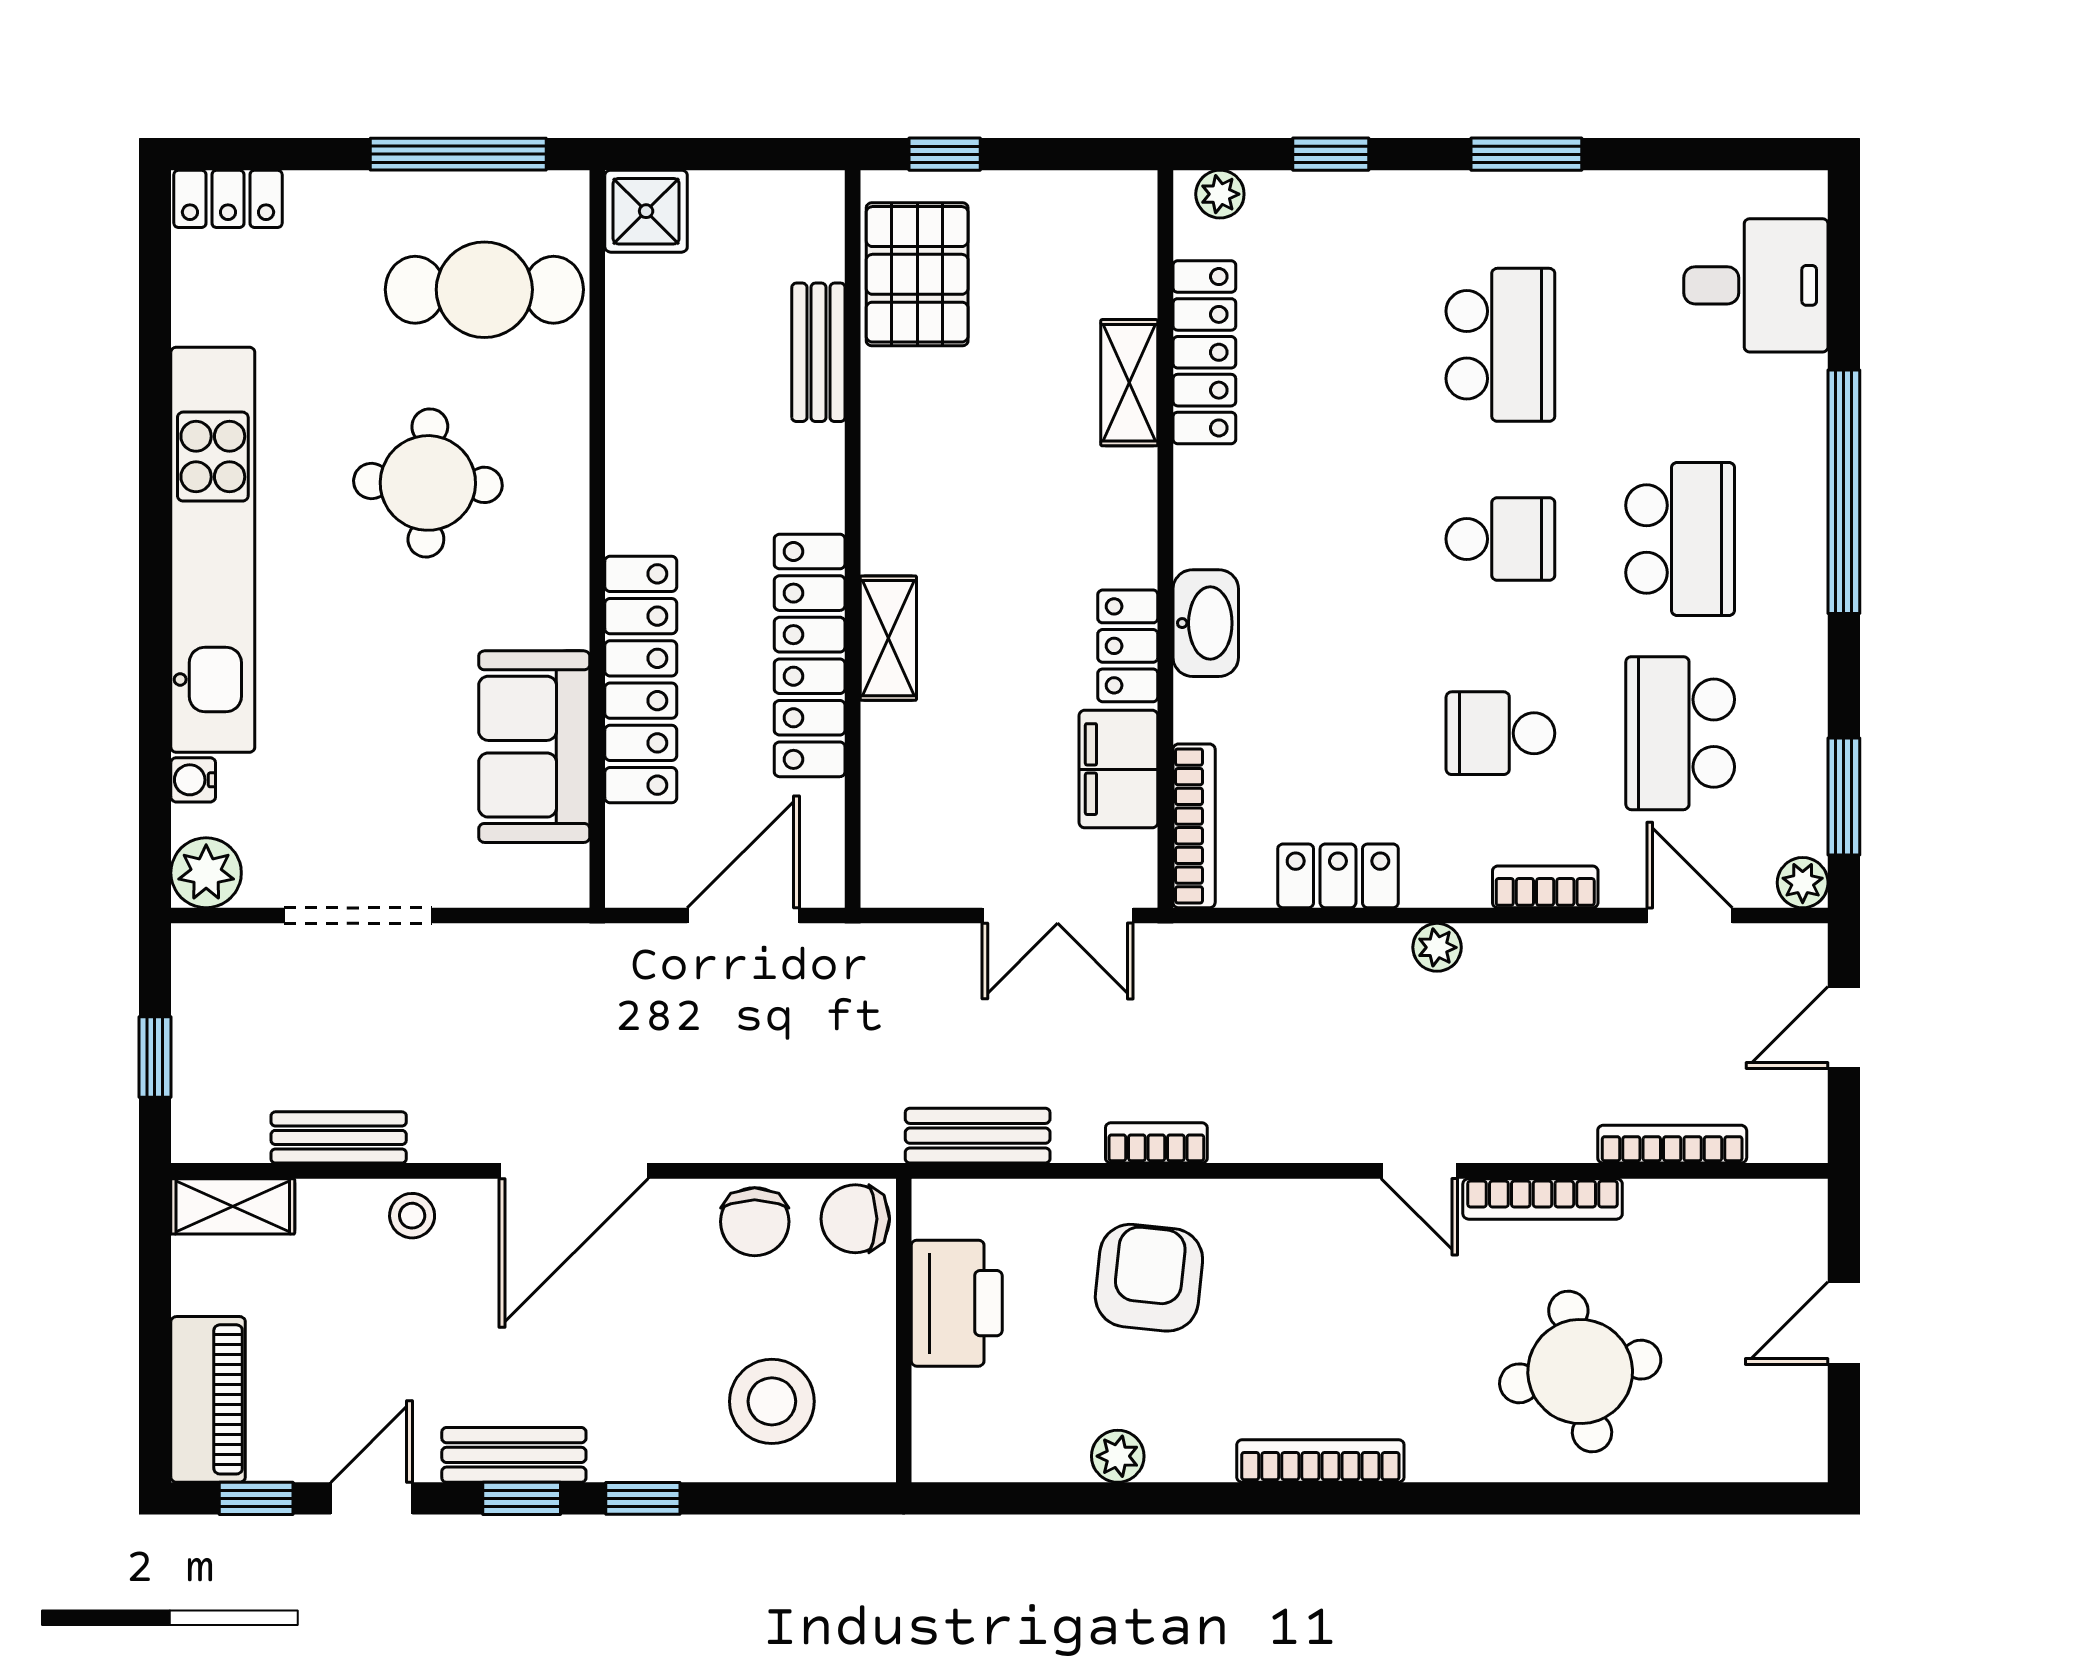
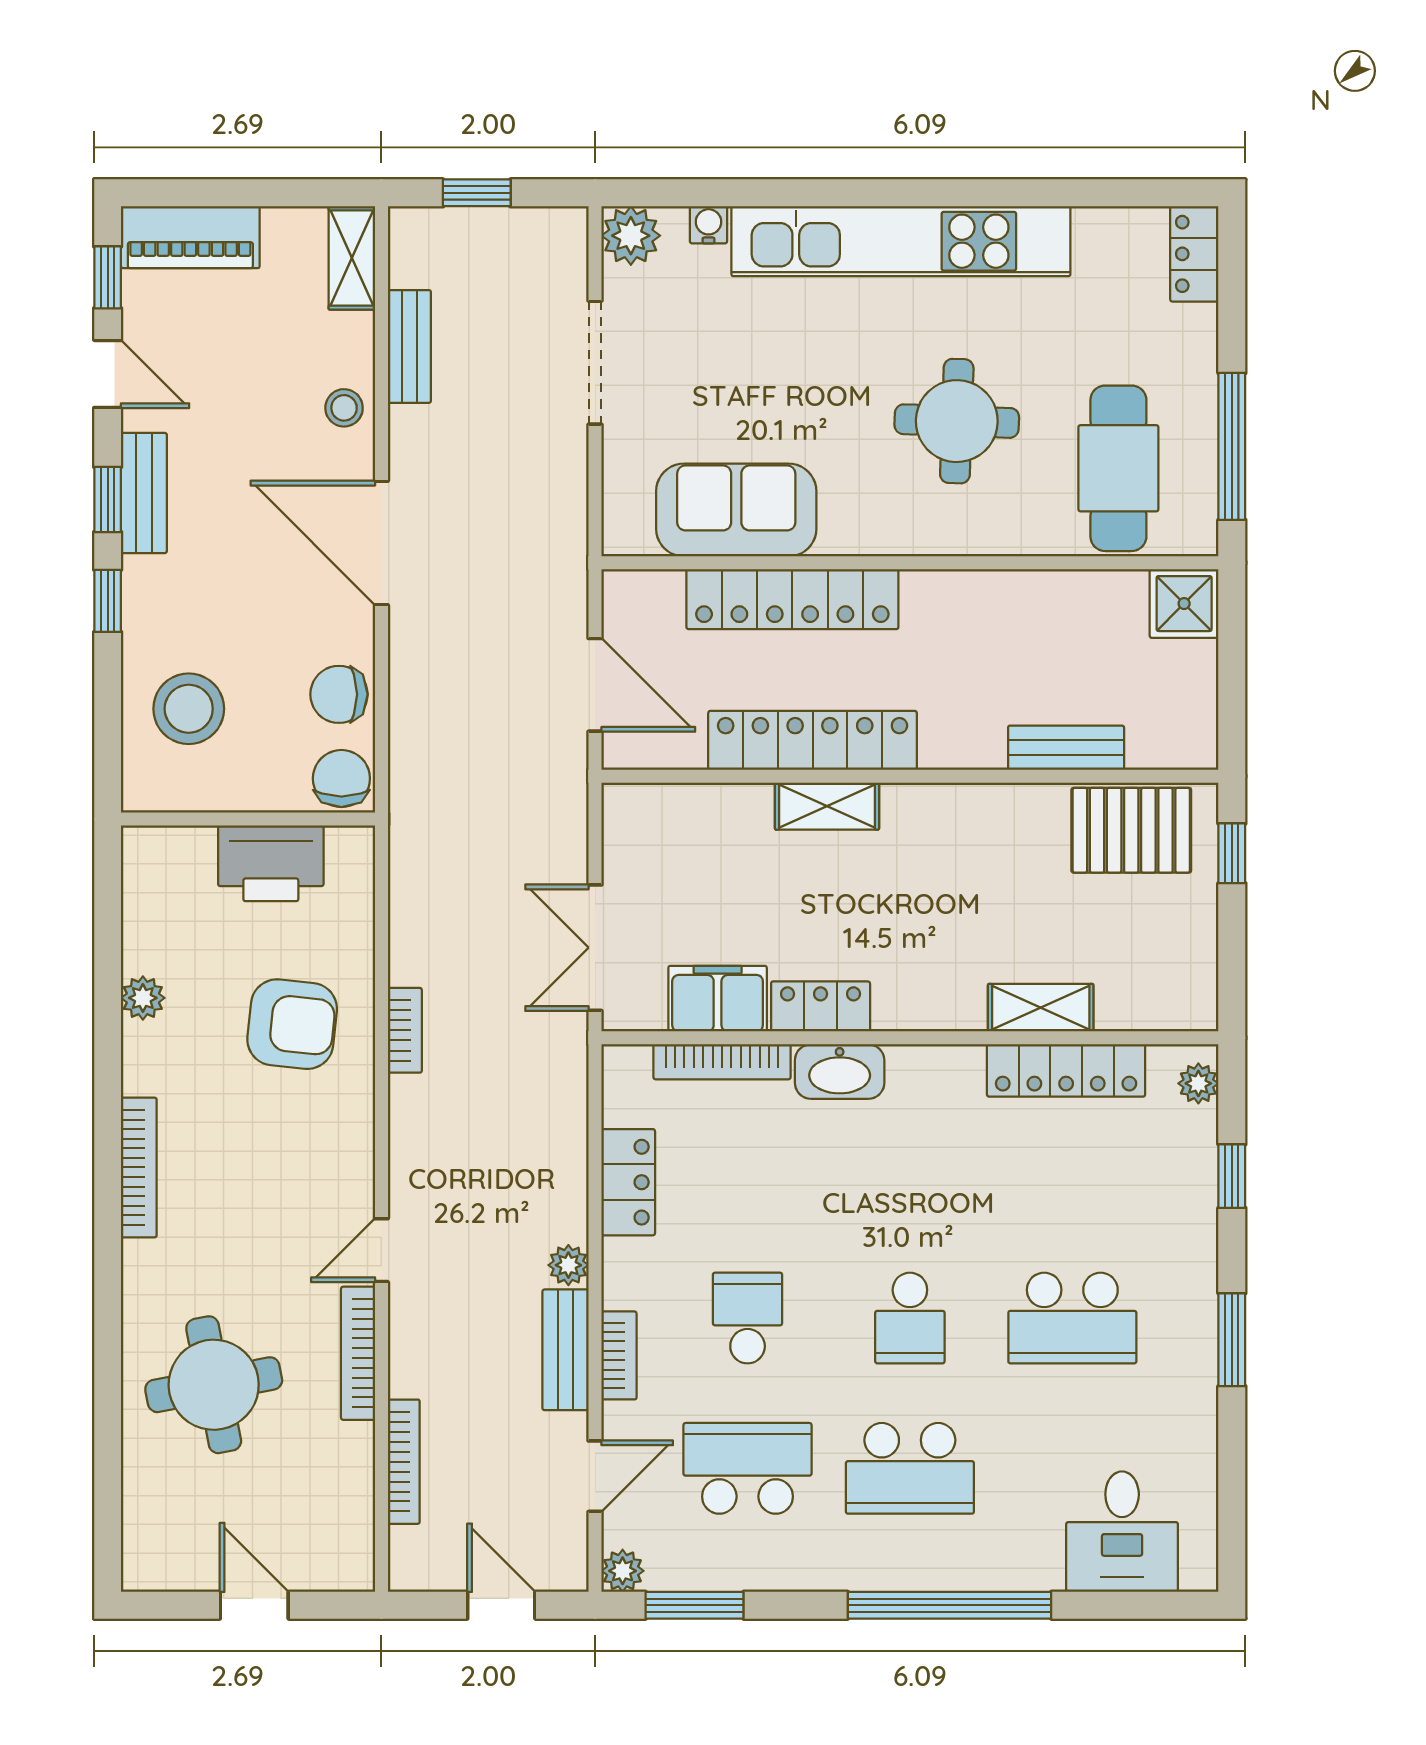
bookcase: (1194, 826) -> (722, 1062), moved
bench: (978, 1136) -> (566, 1350), moved

